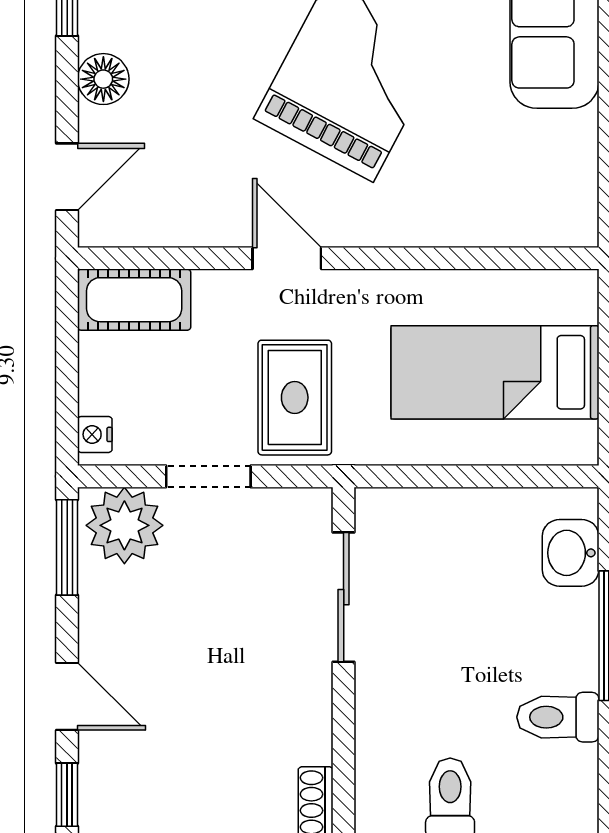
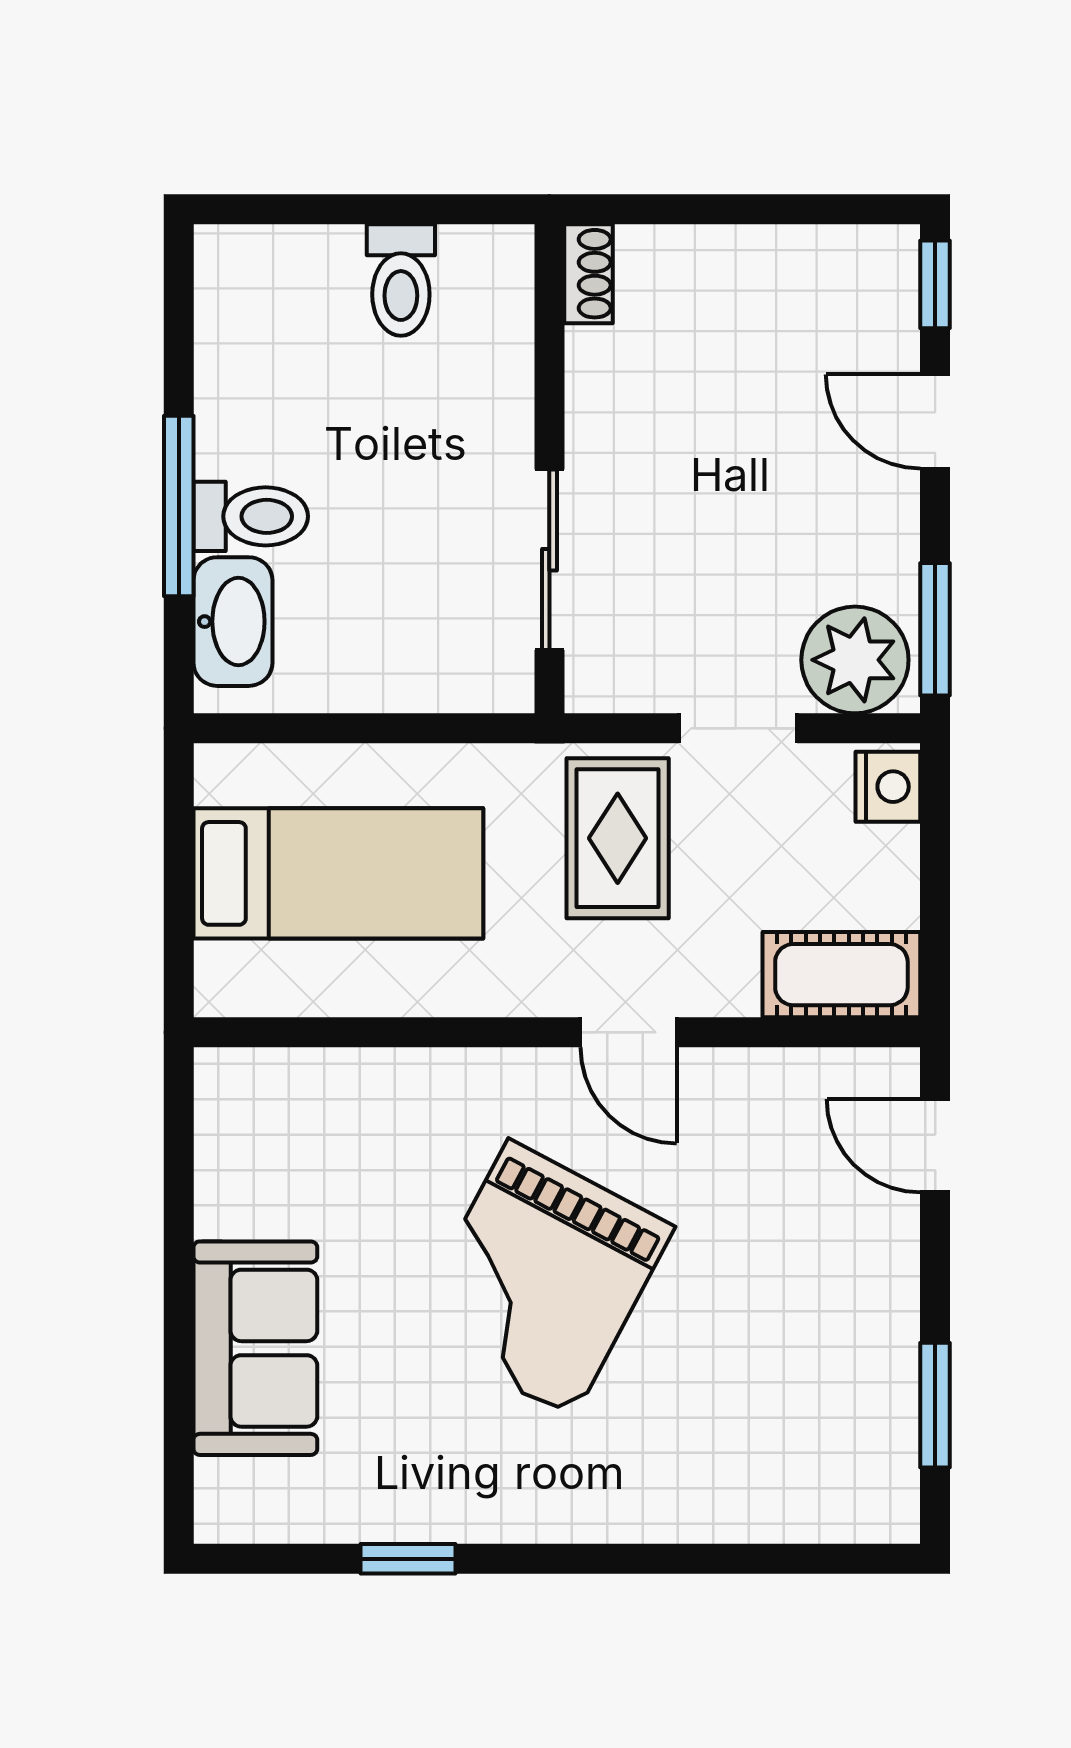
floor lamp: (103, 79) -> (885, 1282), removed
door: (67, 177) -> (935, 1146), hinge flipped
nightstand: (95, 434) -> (888, 787), width x1.39, depth x1.35
washbasin: (571, 553) -> (233, 622), width x1.38
toilet: (558, 717) -> (251, 516), moved

